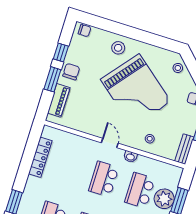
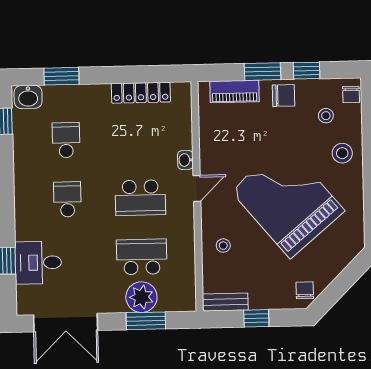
stool: (178, 68) -> (326, 116), moved
grand piano: (136, 91) -> (288, 201), turned 101
washbasin: (130, 157) -> (185, 160), moved
school desk: (104, 179) -> (140, 198), turned 180

